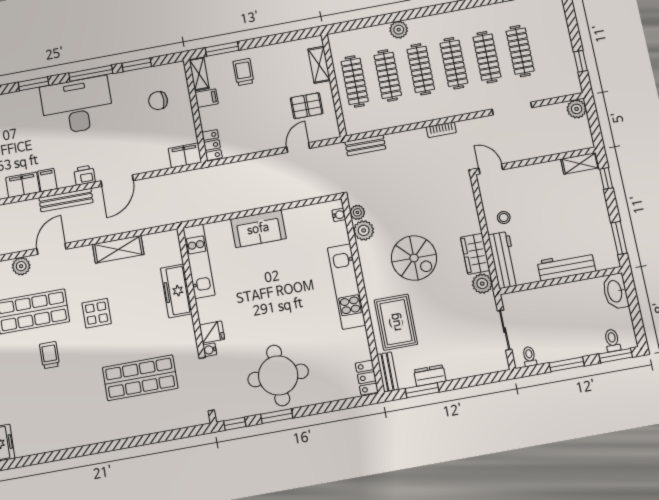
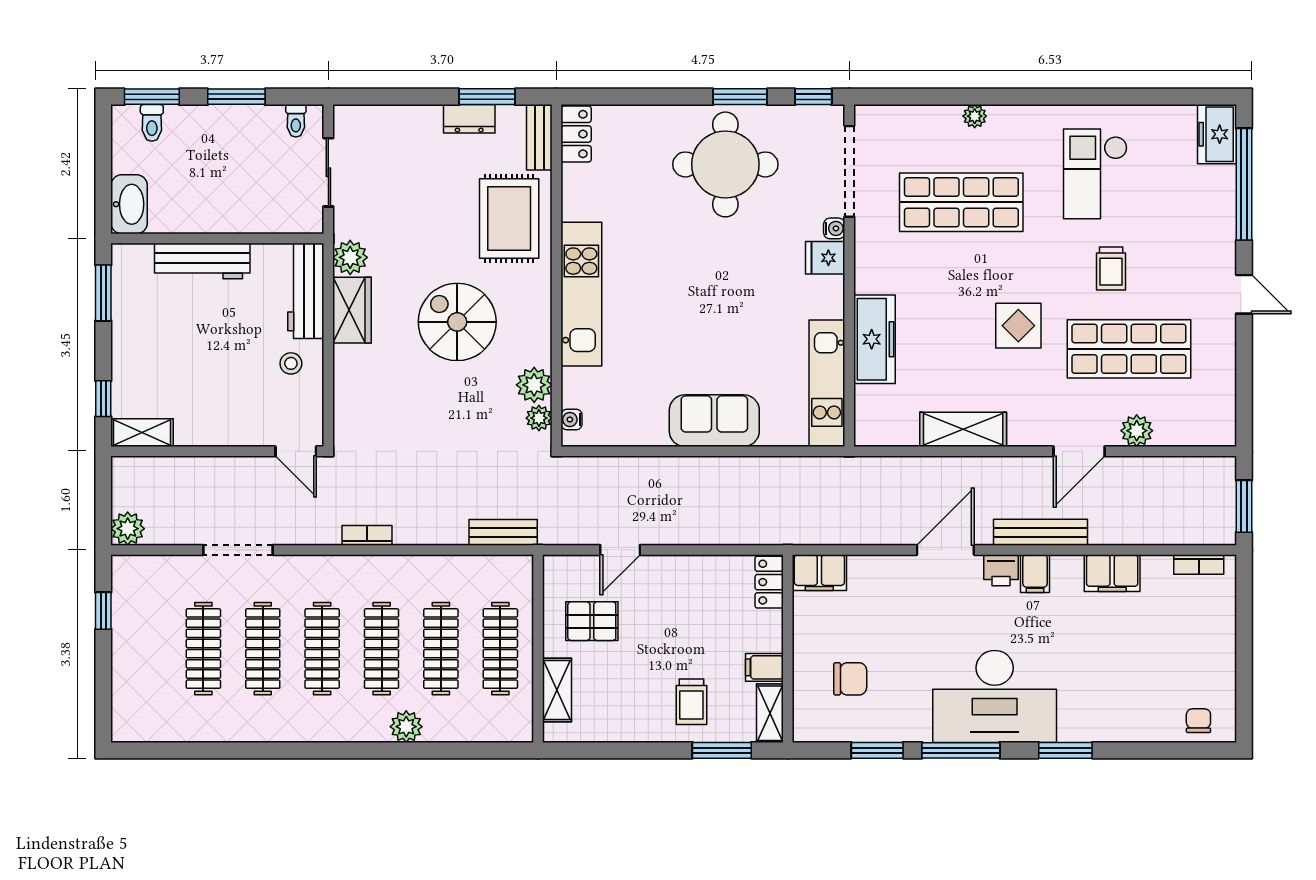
filing cabinet: (47, 180) -> (1035, 574), moved
checkout: (67, 408) -> (1095, 174), added
plant: (141, 429) -> (975, 116), added

